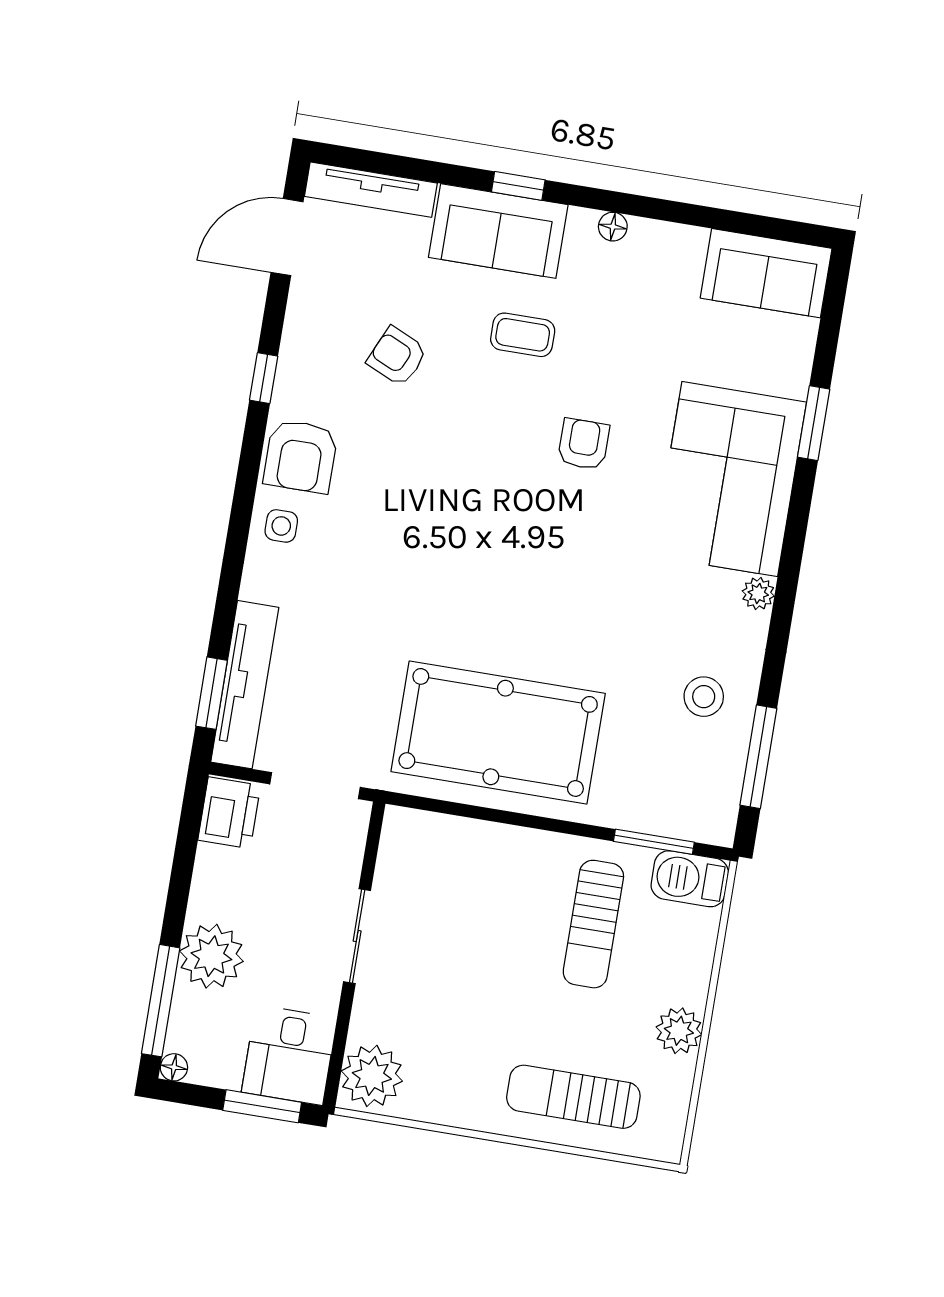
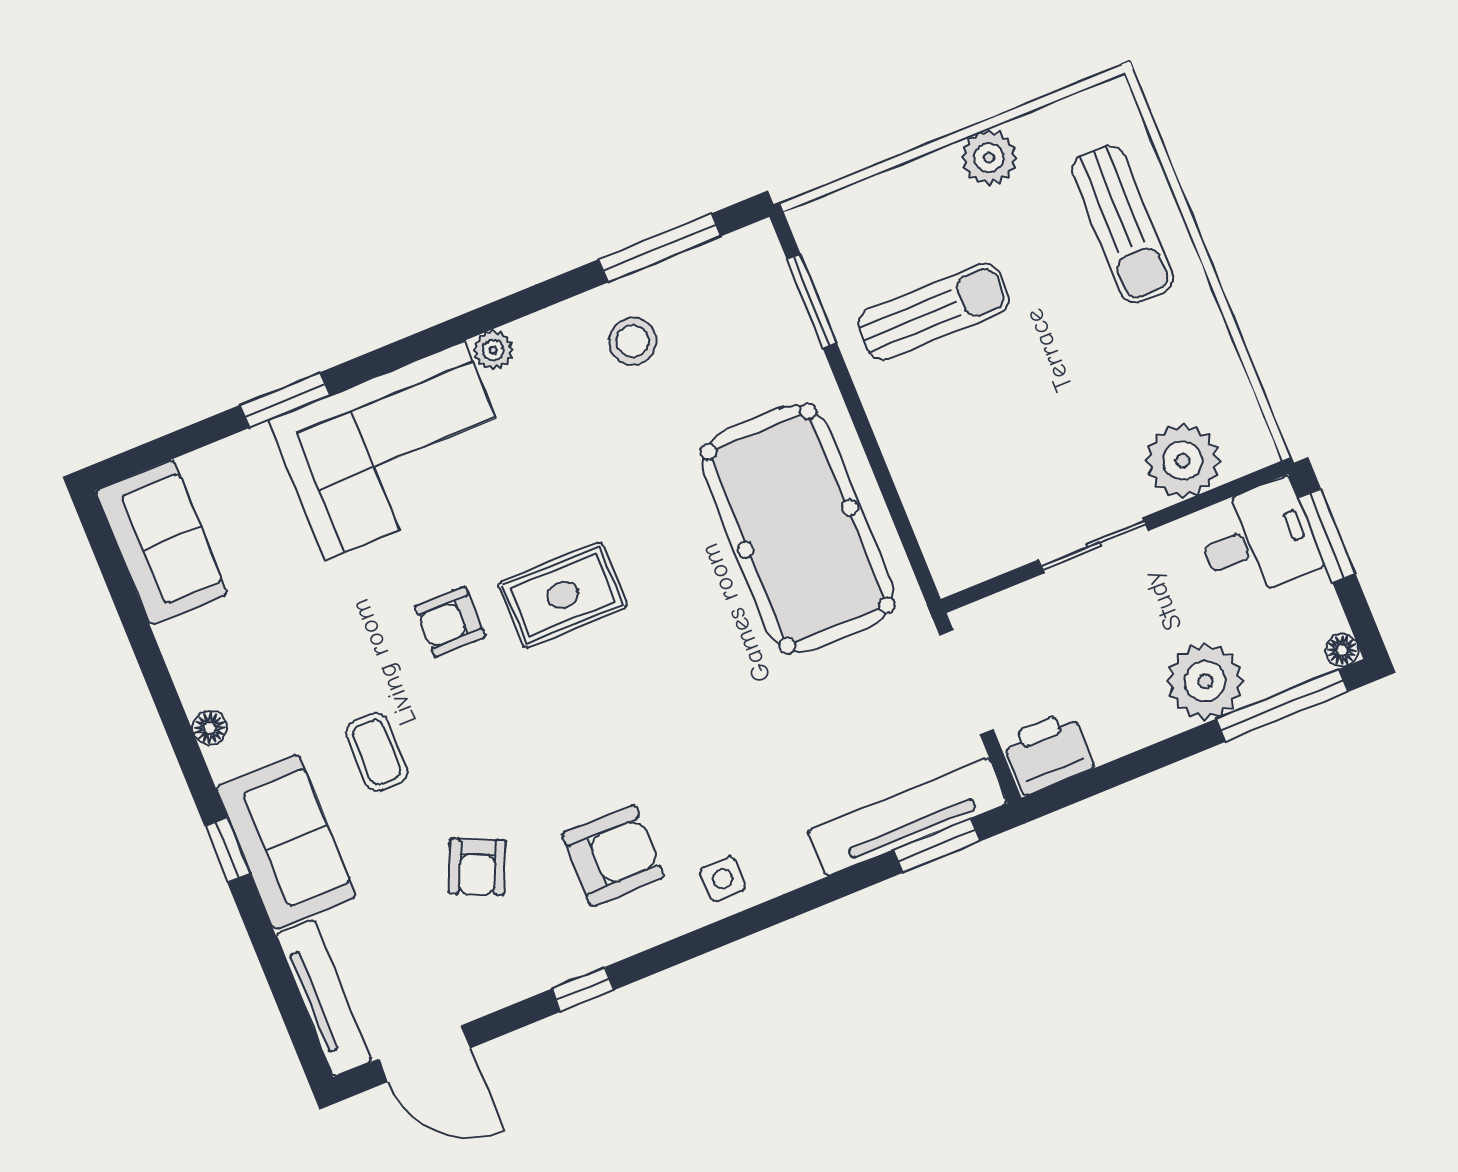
armchair: (301, 456) -> (613, 856), moved
rug: (553, 536) -> (563, 595), added
barbecue: (690, 879) -> (827, 242), removed
plant: (372, 1076) -> (1183, 461), moved

